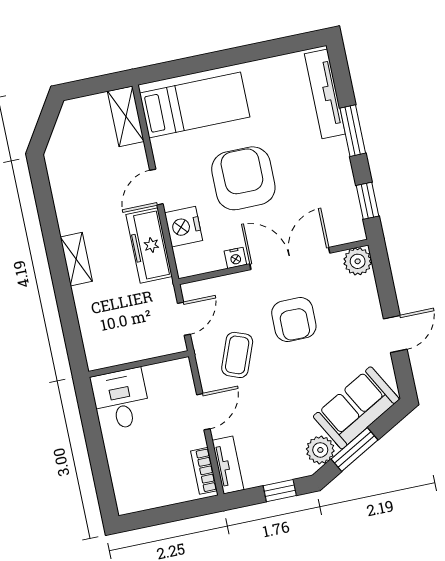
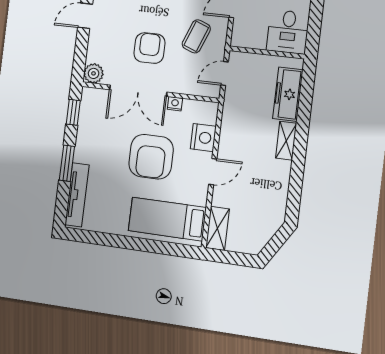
freezer: (149, 245) -> (288, 94), moved, turned 180

